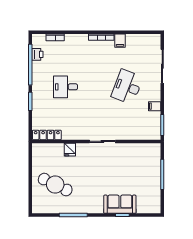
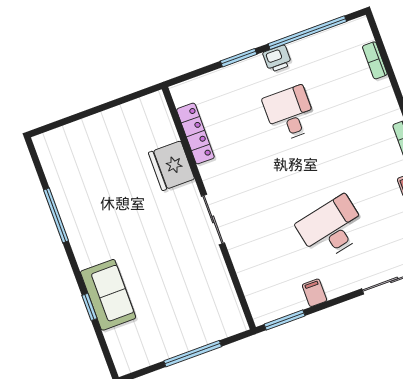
printer: (37, 54) -> (277, 59), moved
desk: (127, 87) -> (332, 228), turned -33
locker: (47, 135) -> (195, 133), moved
fridge: (70, 150) -> (171, 166), width x1.88, depth x1.34
cafe table: (55, 185) -> (101, 161), removed

